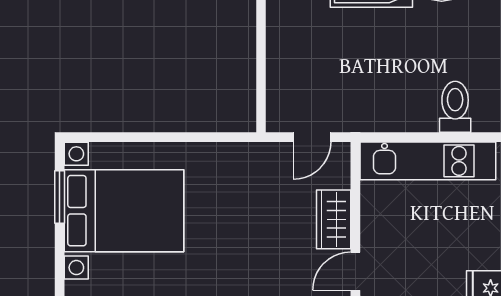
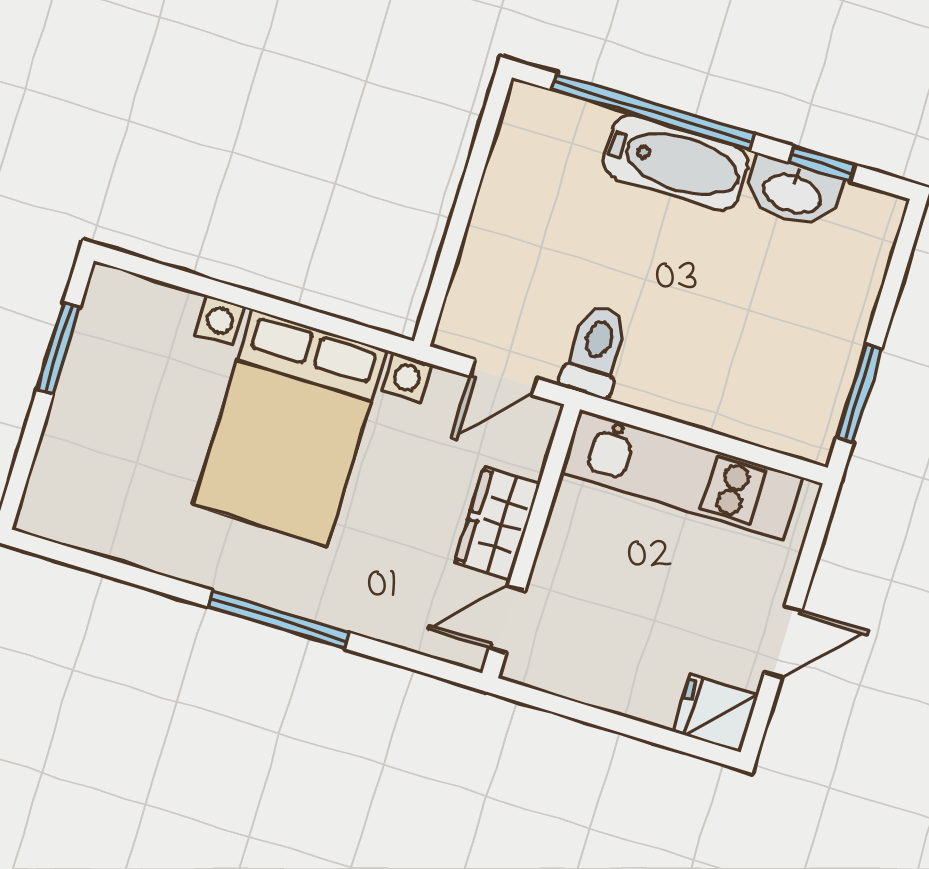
toilet: (455, 107) -> (596, 351), moved
bed with nightstands: (124, 211) -> (290, 427), moved, turned 90

